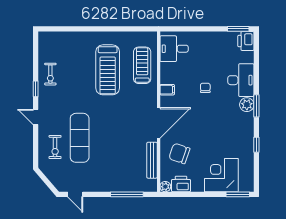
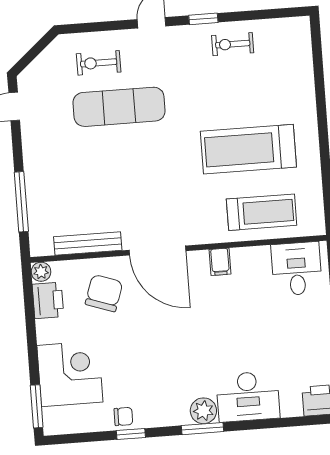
chair: (205, 88) -> (123, 416), moved

